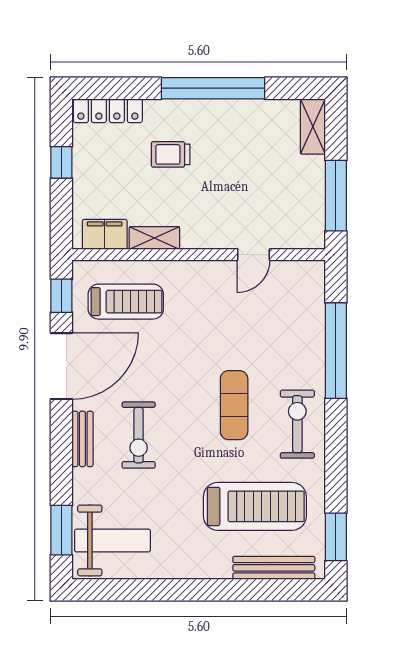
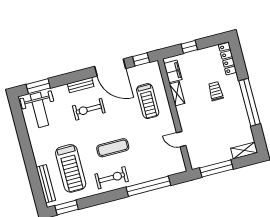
window: (61, 162) -> (189, 47), moved
treadmill: (126, 302) -> (148, 101), moved

